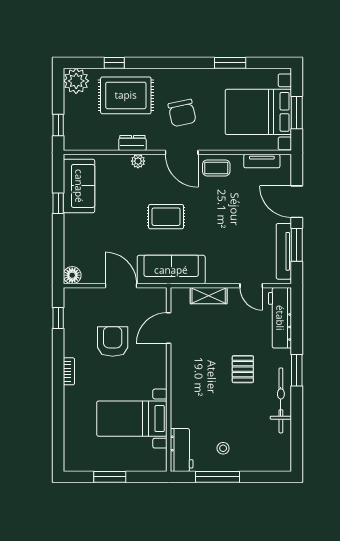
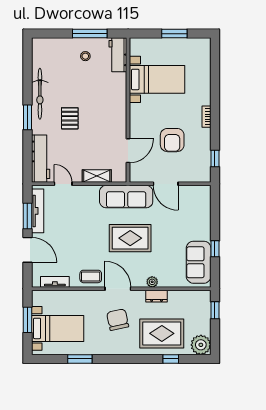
bed with nightstands: (258, 112) -> (58, 328), width x0.73
rug: (166, 217) -> (130, 238), width x1.36, depth x1.43
floor lamp: (72, 275) -> (204, 192), removed

